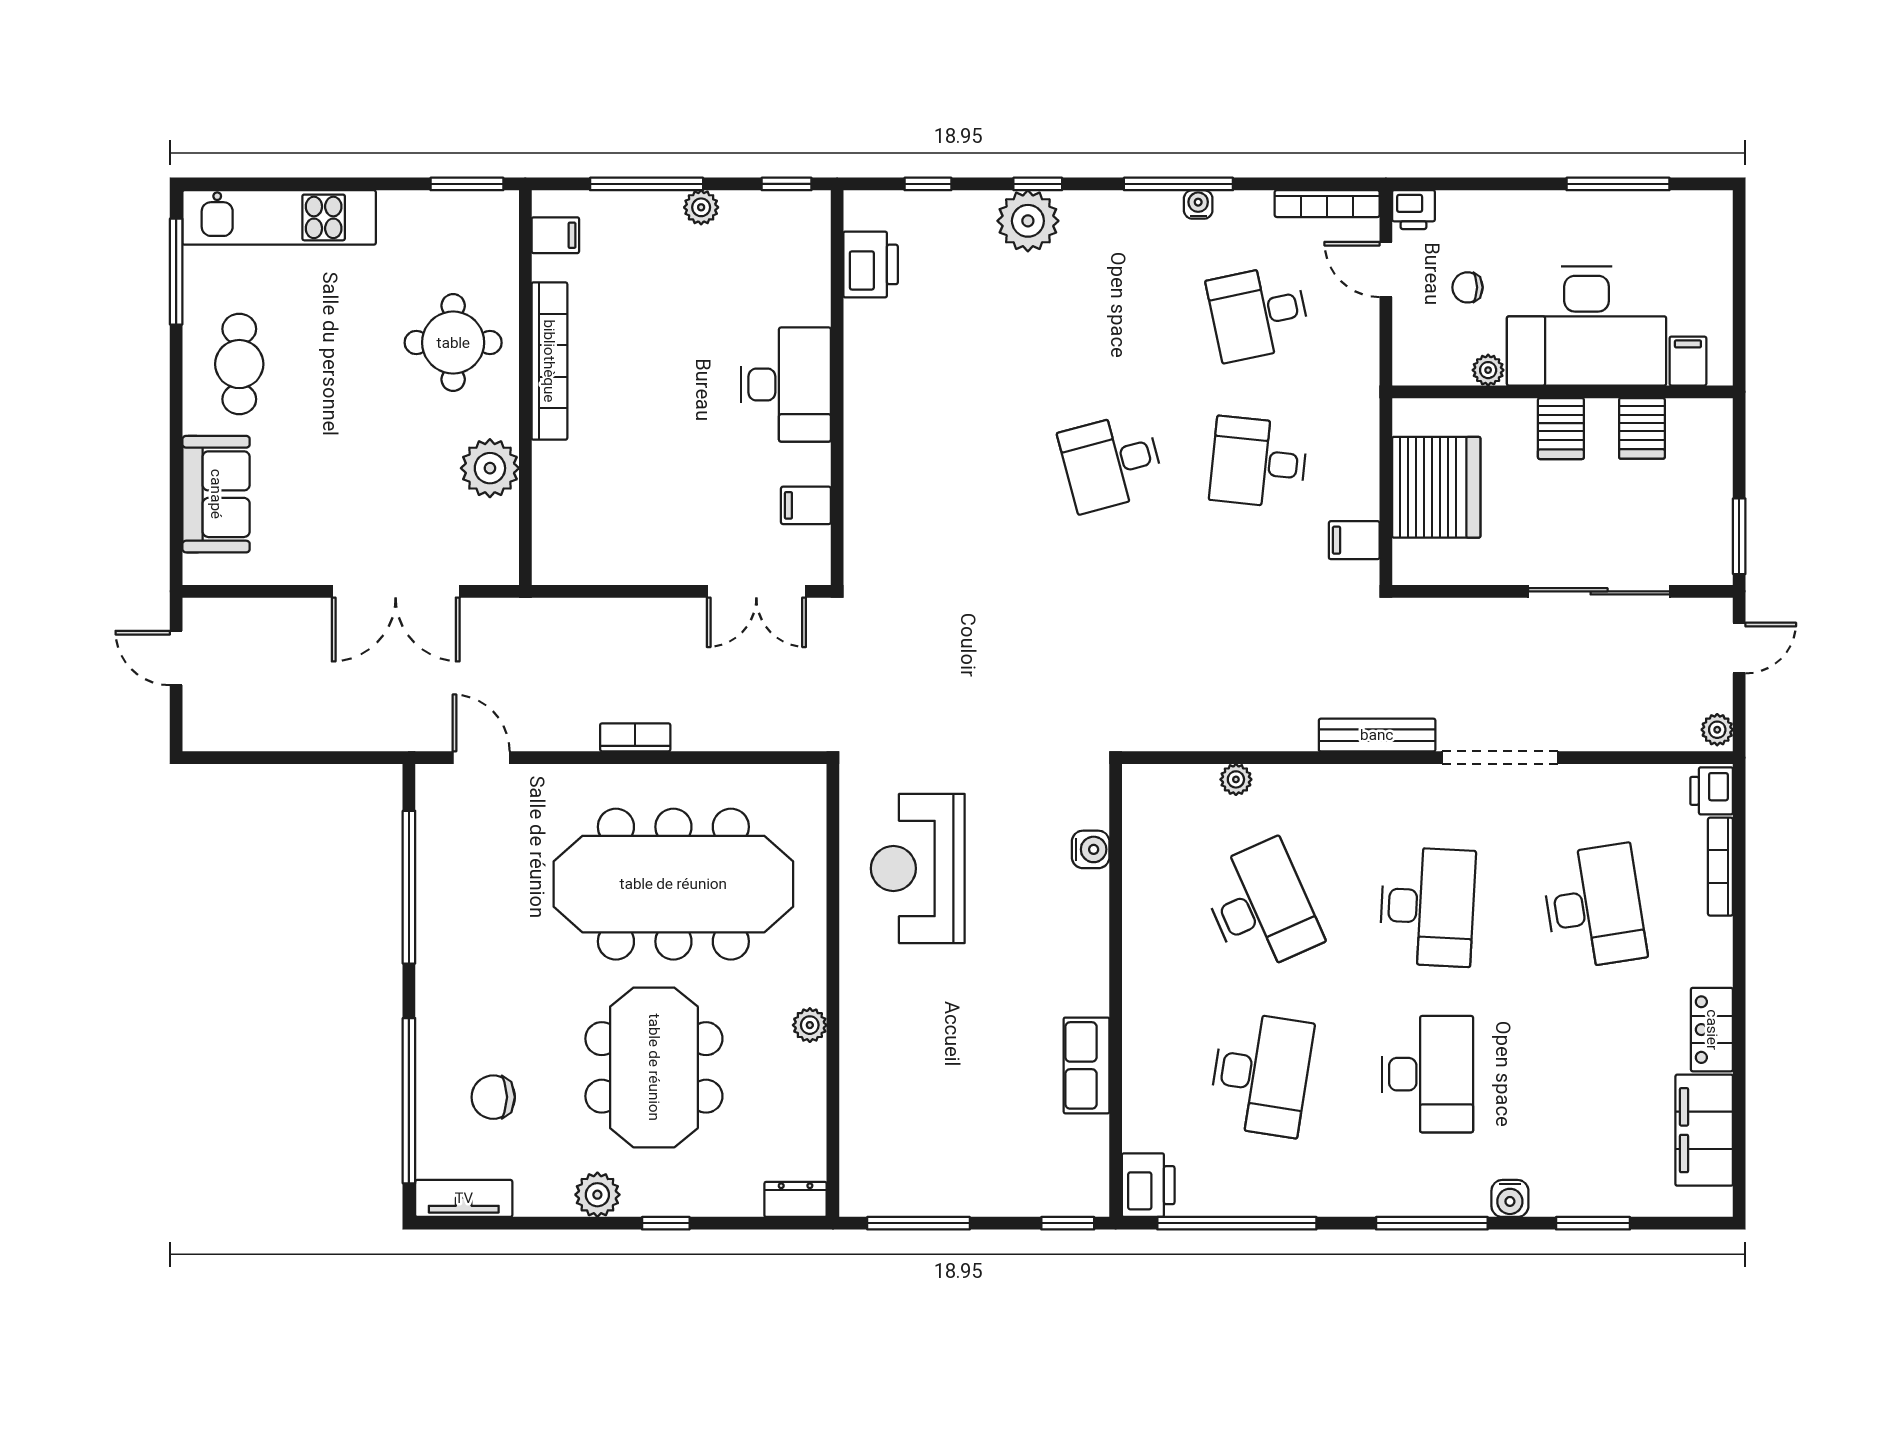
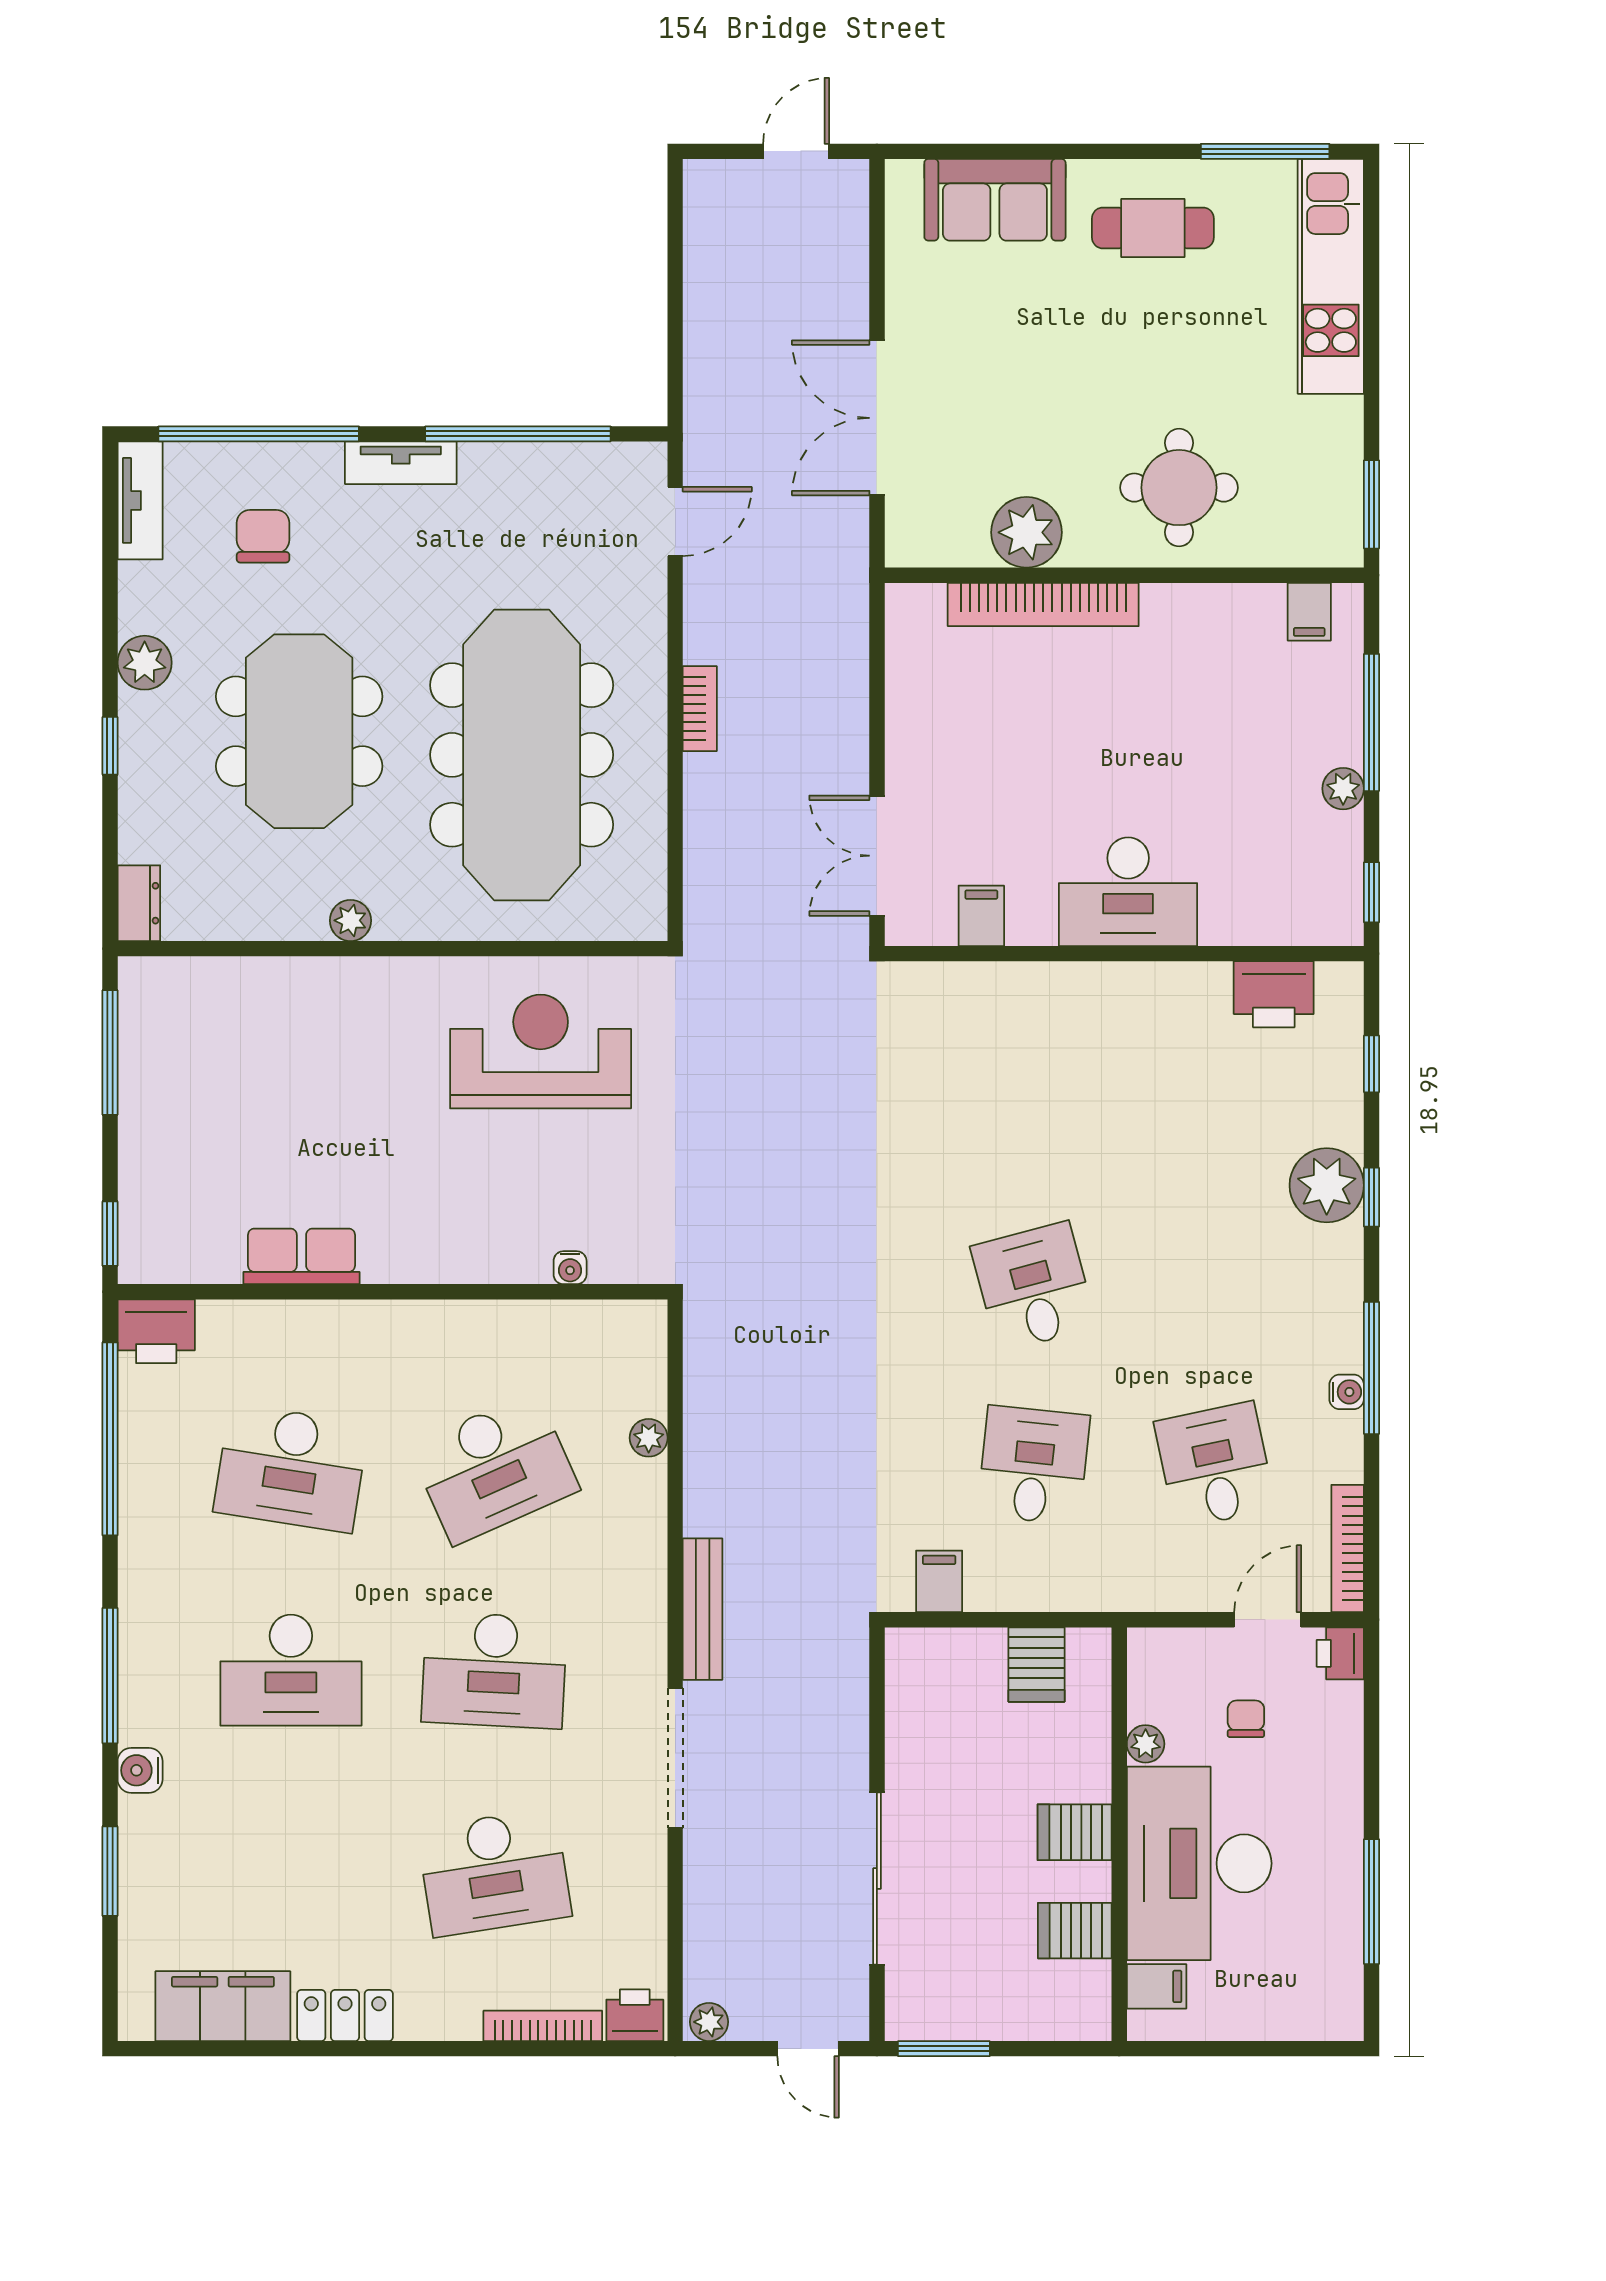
bookcase: (549, 361) -> (1043, 604), moved
server rack: (1436, 487) -> (1036, 1665), width x0.46, depth x0.70
water cooler: (1091, 849) -> (570, 1268), width x0.72, depth x0.72
tv unit: (433, 984) -> (401, 463), added
meeting table: (654, 1067) -> (299, 731), turned 90

